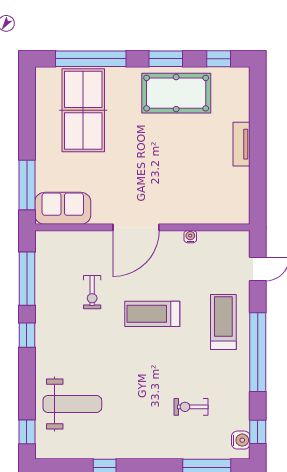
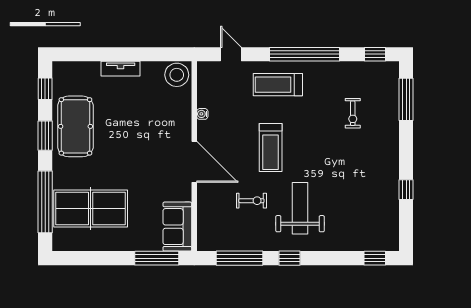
stool: (234, 208) -> (177, 75), added
weight bench: (72, 404) -> (300, 208), moved
water cooler: (241, 440) -> (382, 69), removed

